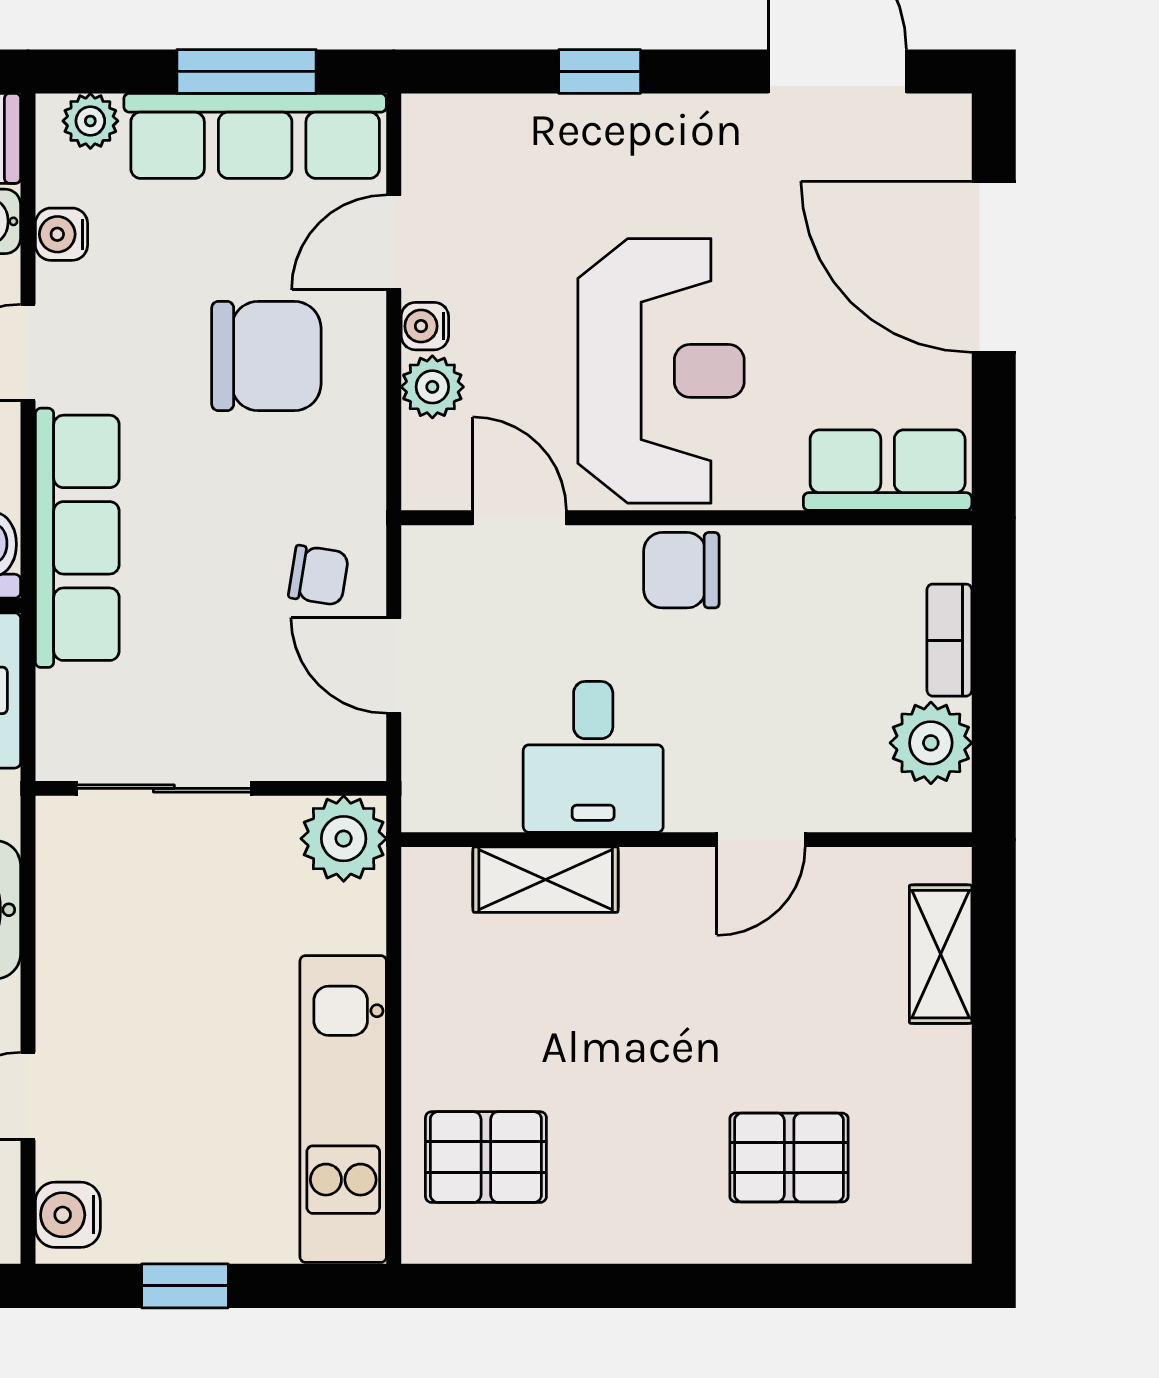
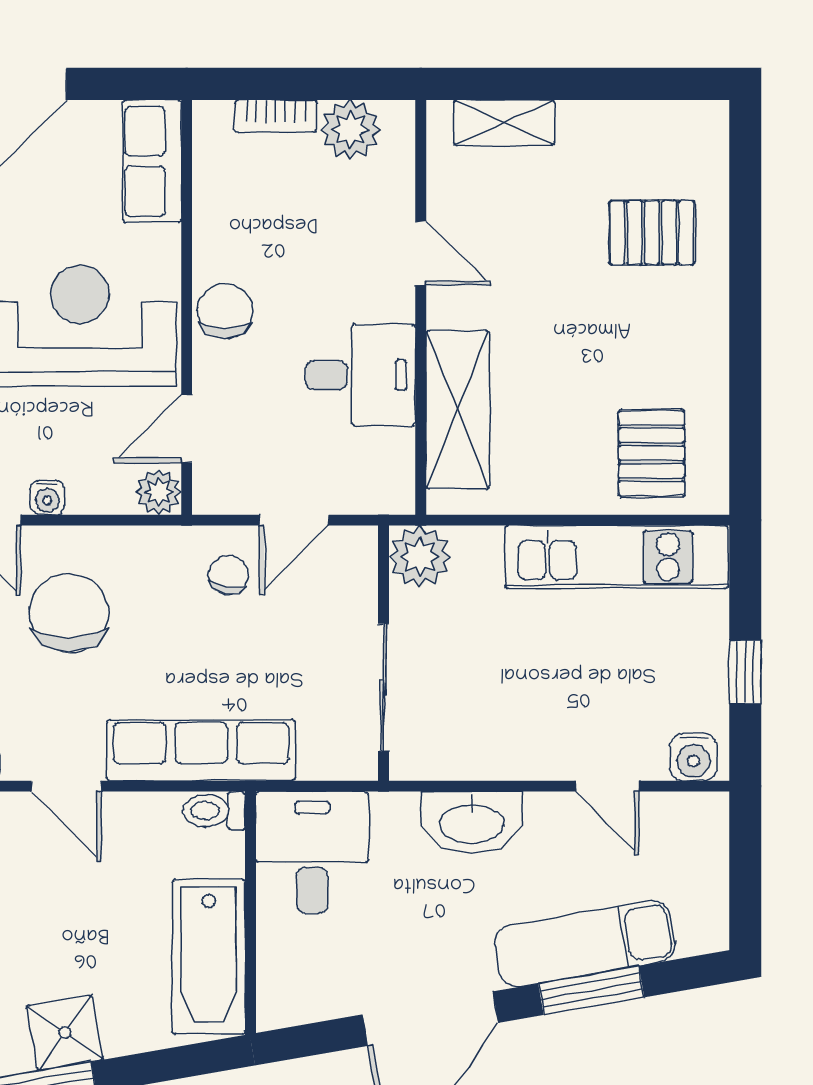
plant: (432, 387) -> (159, 492), moved
chair: (681, 570) -> (225, 311), turned 180
shelving: (546, 880) -> (458, 410), width x1.50, depth x1.33
pallet: (789, 1158) -> (652, 233), turned 90

